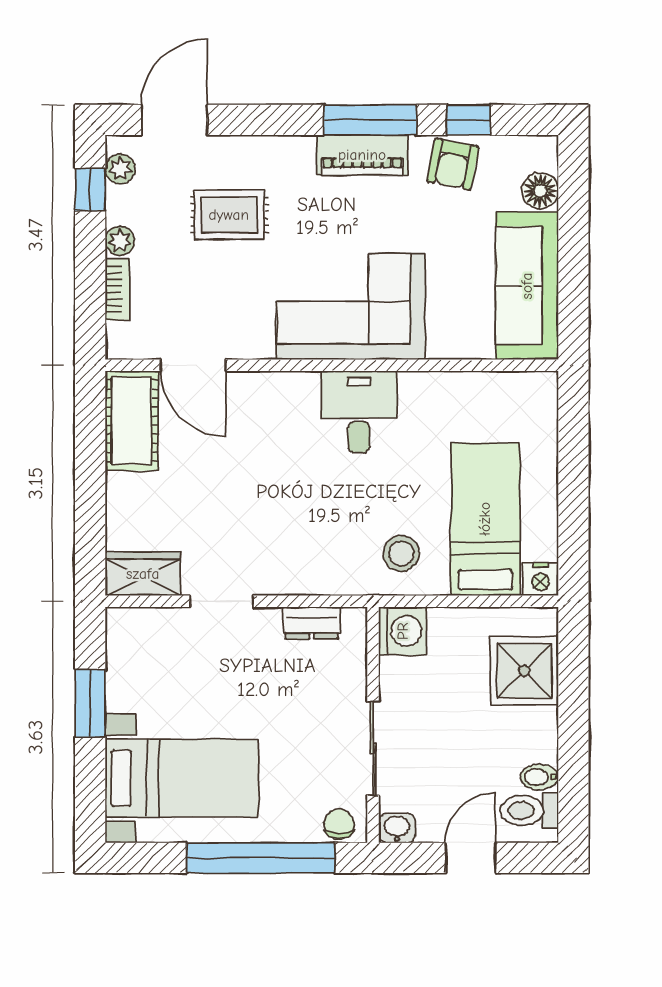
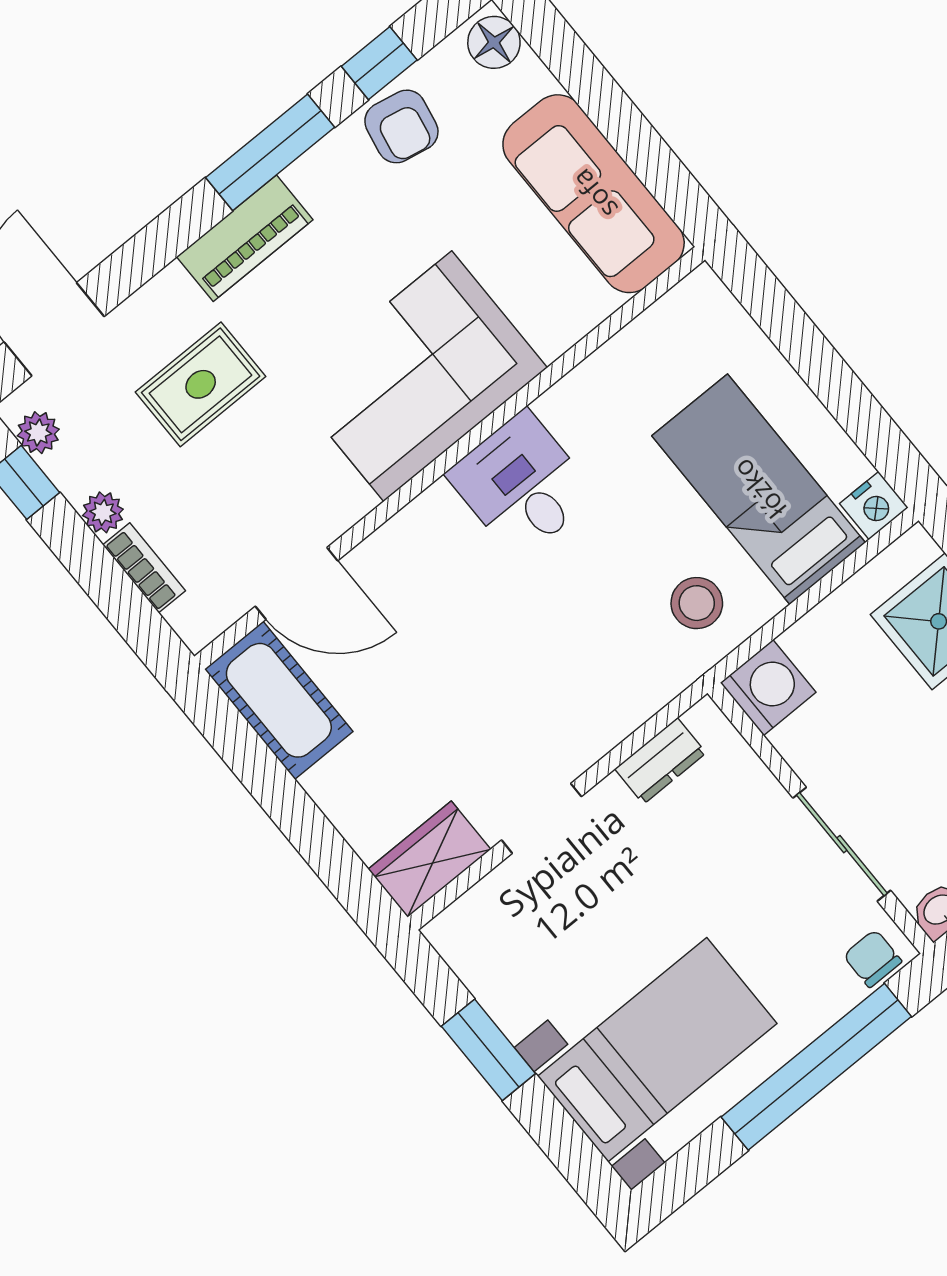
piano: (362, 155) -> (245, 238), moved
floor lamp: (540, 191) -> (494, 42), moved

